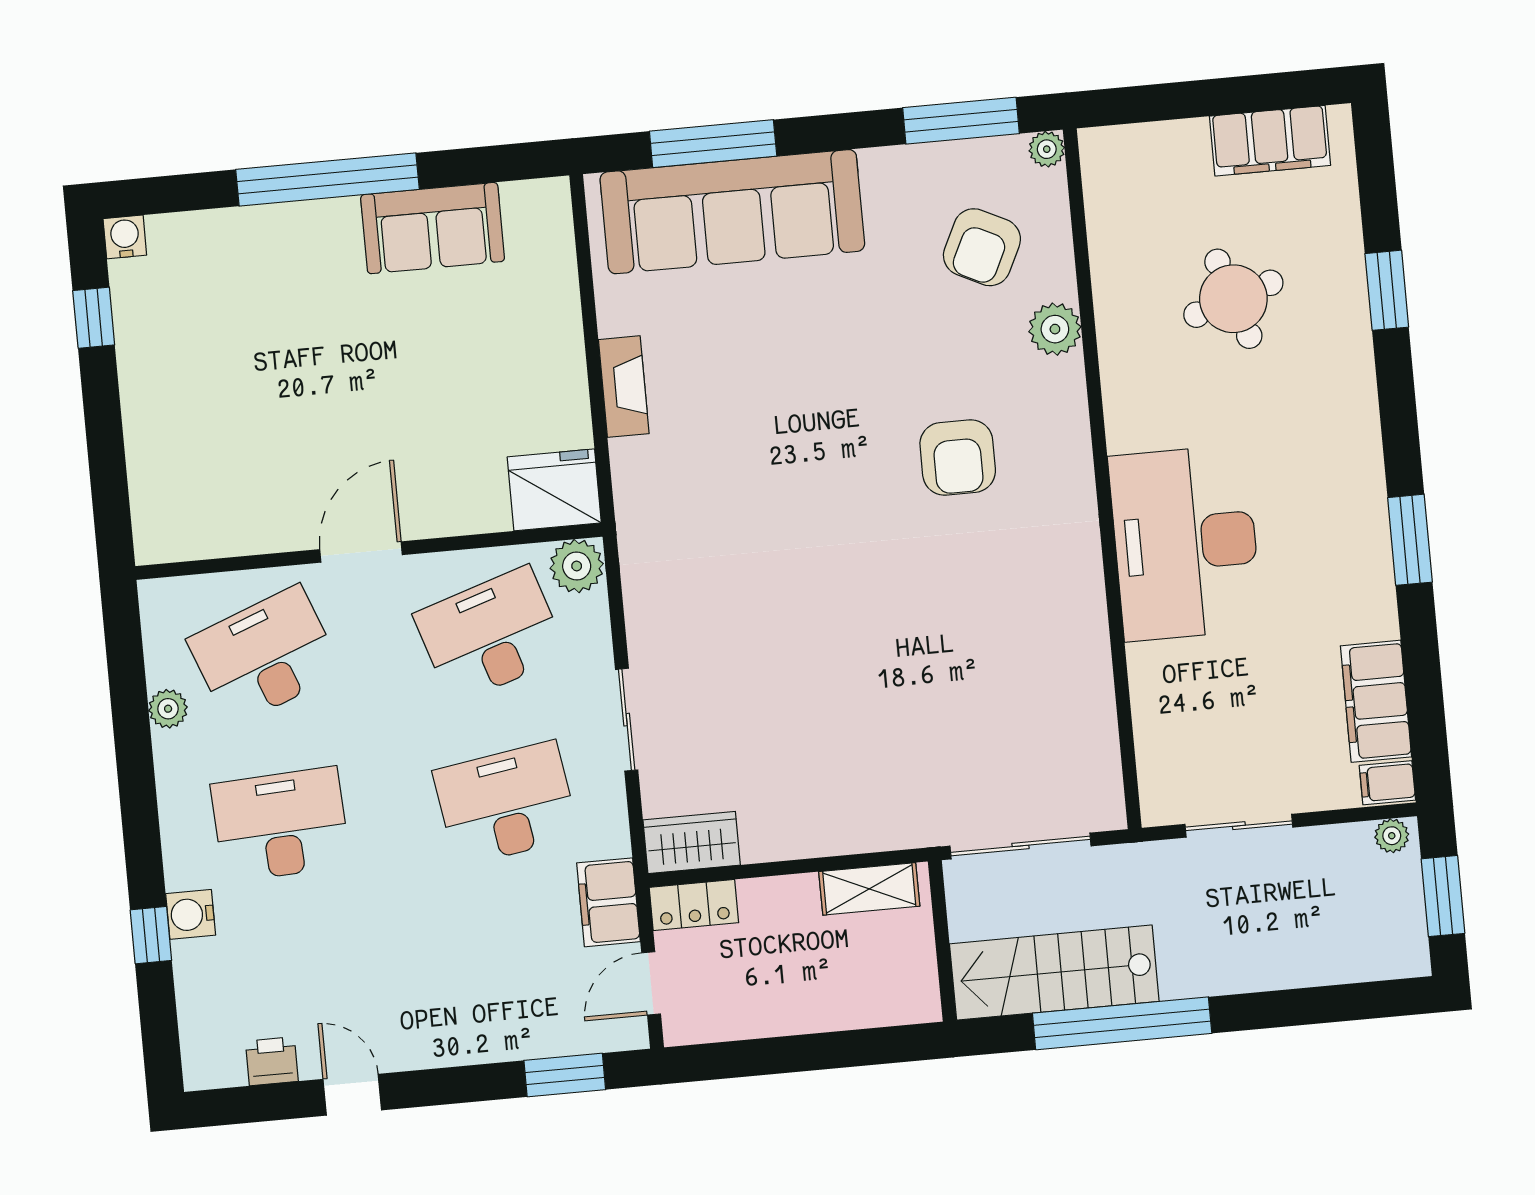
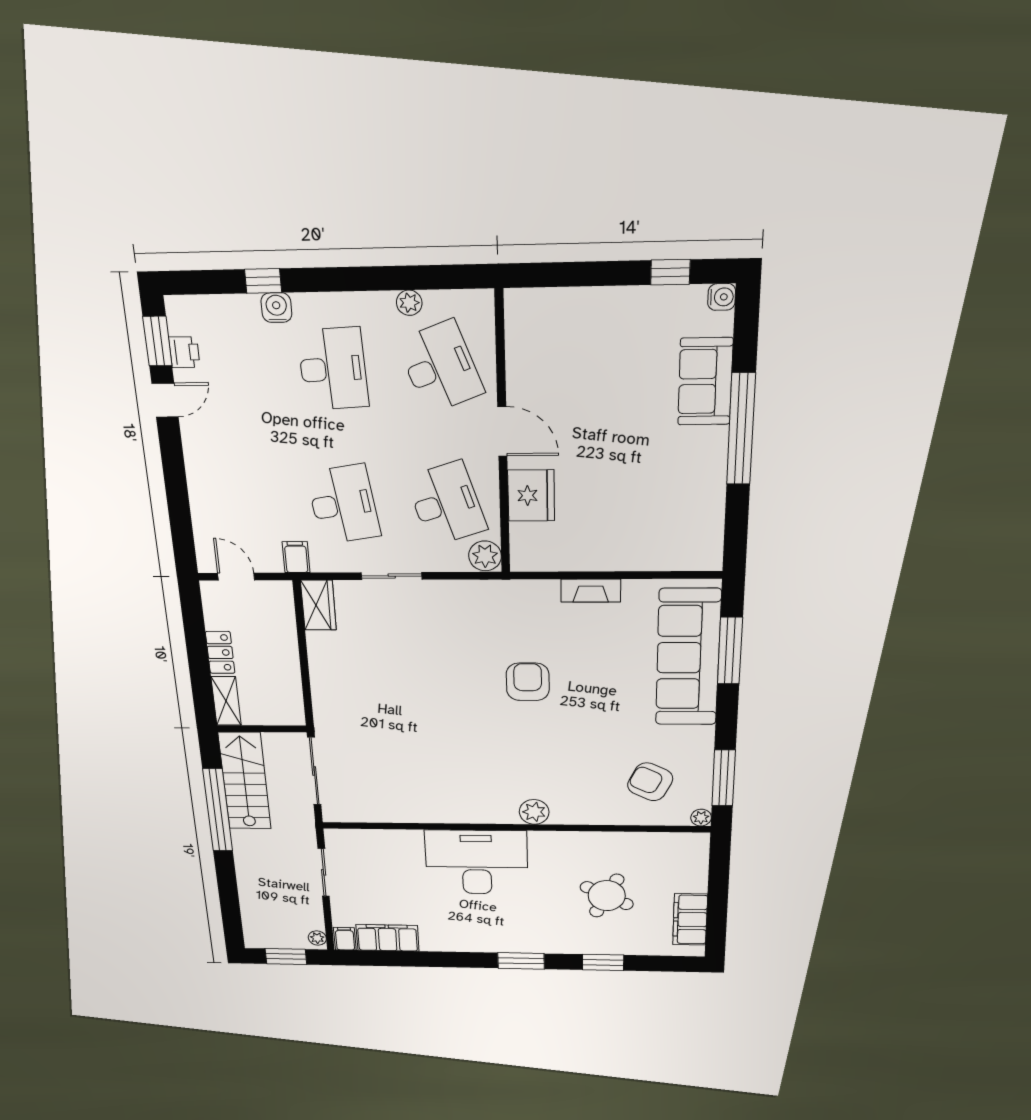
sofa: (433, 228) -> (705, 382), moved
round table: (1233, 299) -> (607, 896), turned 45
plant: (1055, 329) -> (534, 812), moved
armchair: (958, 457) -> (528, 682), moved, turned 90
fridge: (554, 490) -> (531, 495), moved
window: (1410, 540) -> (521, 961), moved
shelving: (869, 889) -> (226, 701), moved
filing cabinet: (608, 902) -> (296, 557), width x0.50
locker: (694, 905) -> (220, 652), moved, turned 180
window: (565, 1075) -> (157, 341), moved

